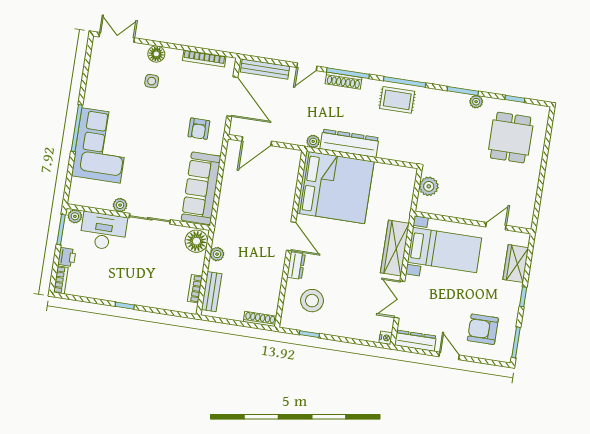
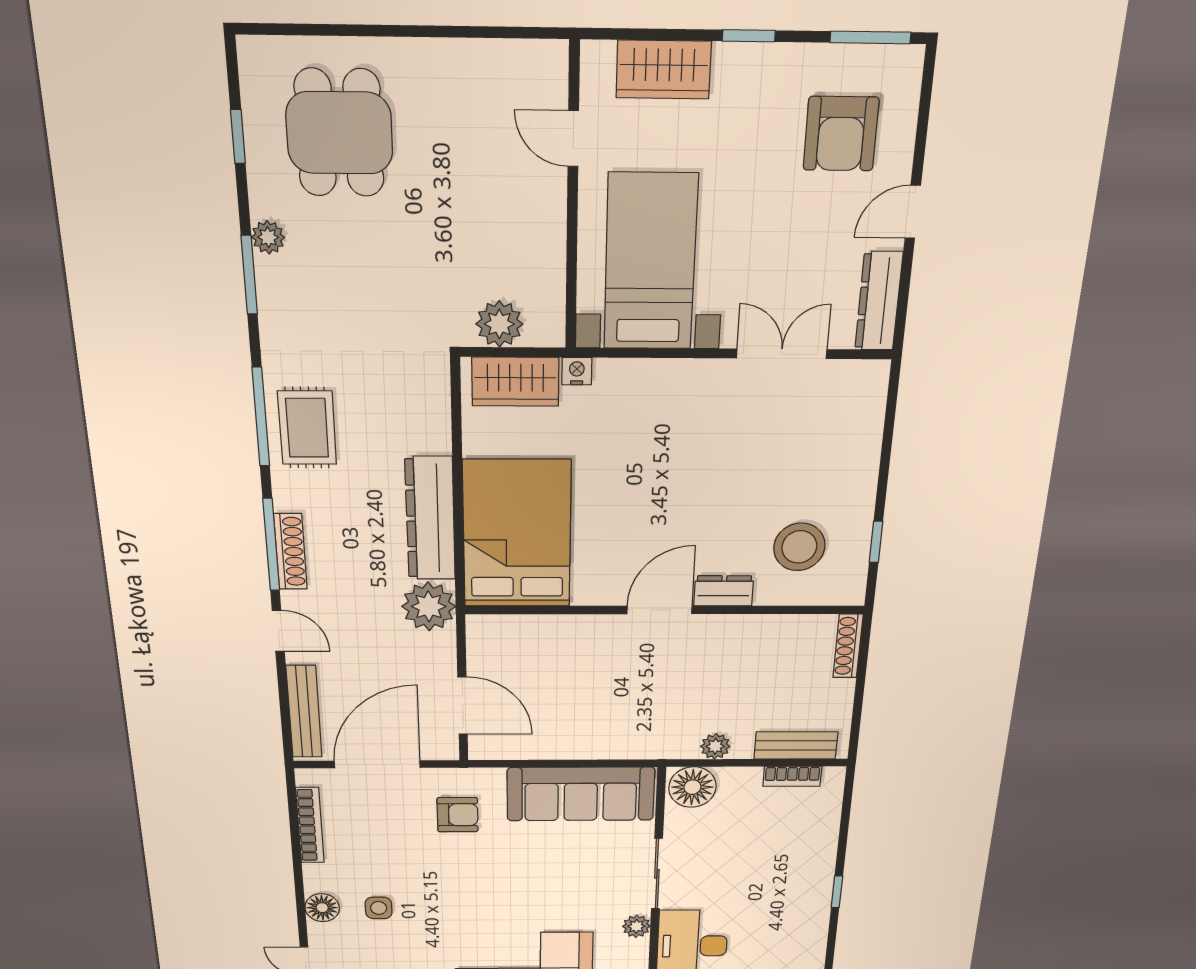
dining table: (511, 138) -> (339, 133), turned 90
plant: (313, 141) -> (429, 606), width x1.87, depth x1.87
bed: (335, 187) -> (517, 534), width x0.73
wardrobe: (395, 248) -> (515, 382), moved, width x0.67
double door: (399, 300) -> (782, 354), swing flipped
nightstand: (386, 338) -> (577, 371), moved

